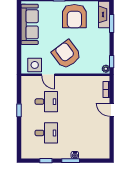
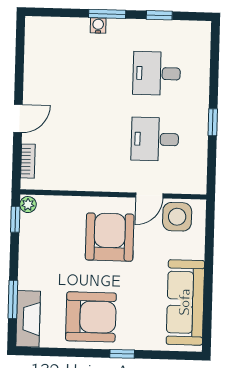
armchair: (74, 16) -> (91, 317), turned 90
armchair: (67, 54) -> (110, 237), turned -143
door: (48, 75) -> (149, 195), swing flipped
door: (112, 110) -> (18, 118), hinge flipped

